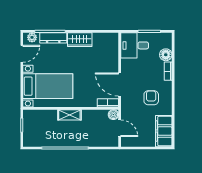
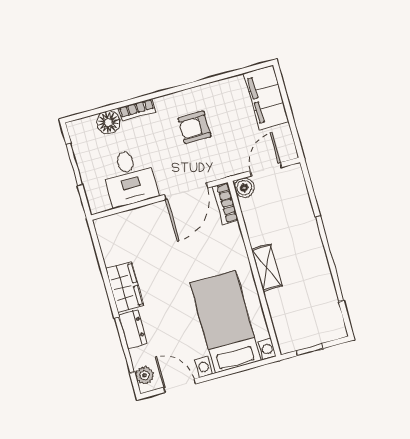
dresser: (53, 38) -> (133, 329), width x0.70
desk: (135, 45) -> (129, 178), moved
filing cabinet: (164, 131) -> (266, 98), moved, turned 90

